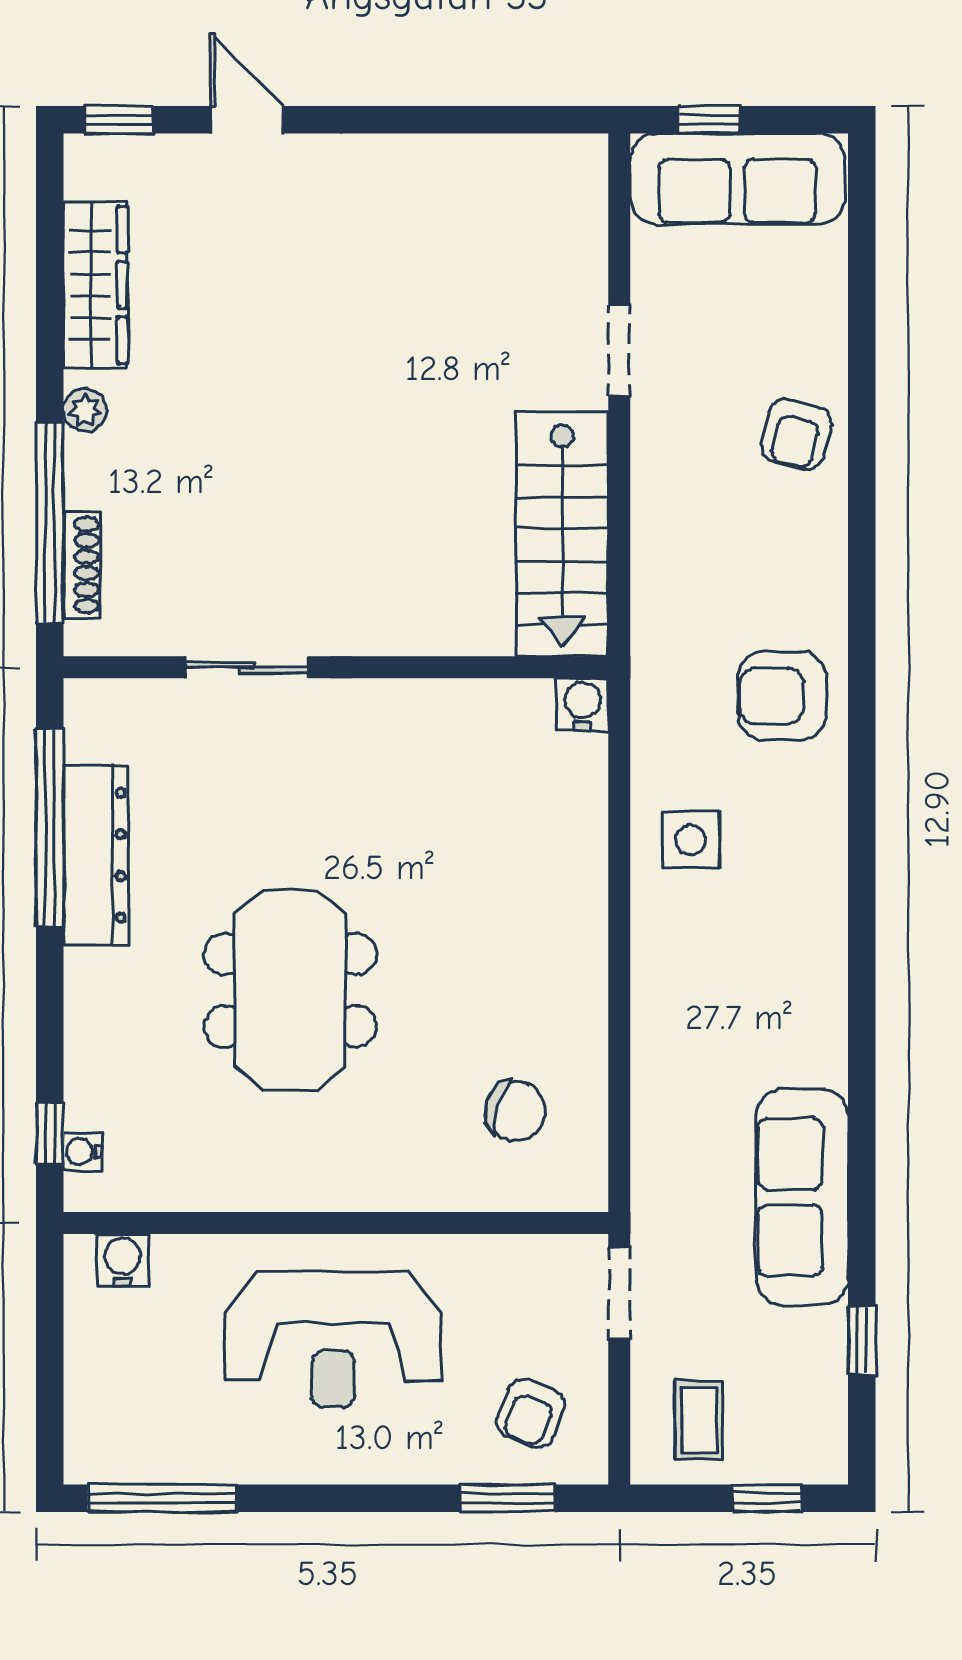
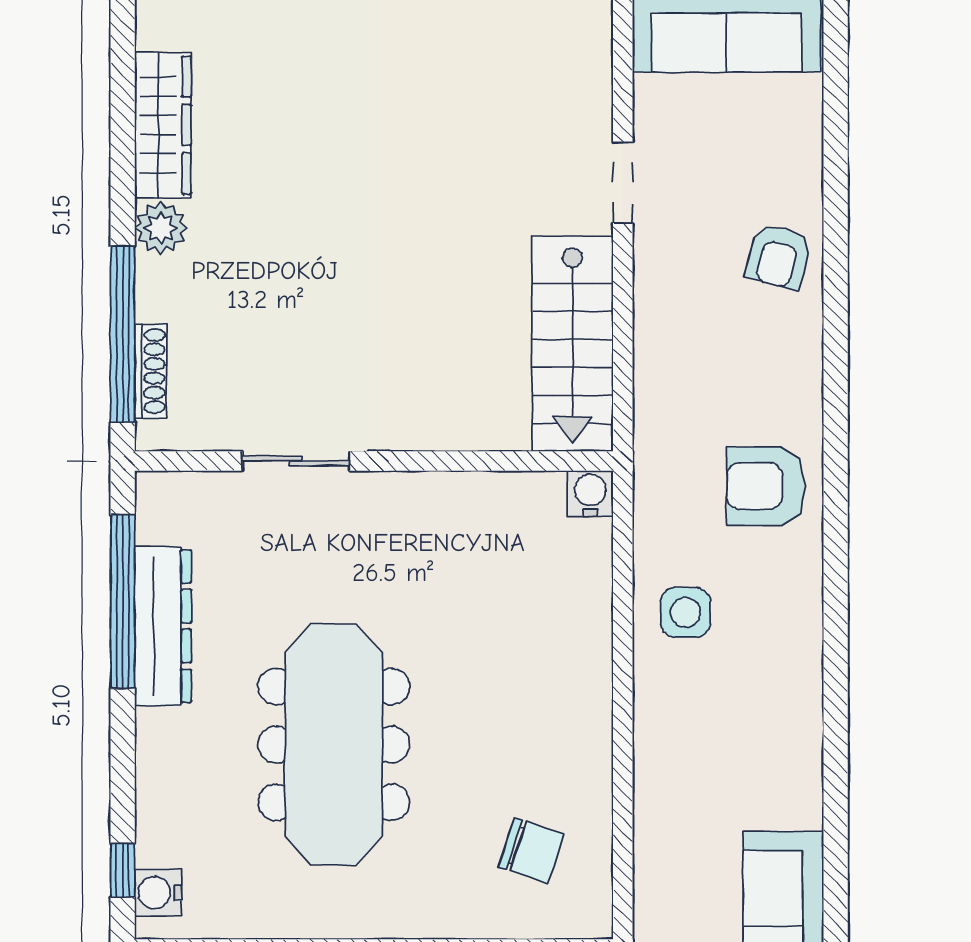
plant: (85, 410) -> (161, 228), width x1.38, depth x1.38
meeting table: (290, 990) -> (334, 744), width x1.36
water cooler: (83, 1152) -> (158, 893), width x1.38, depth x1.38

